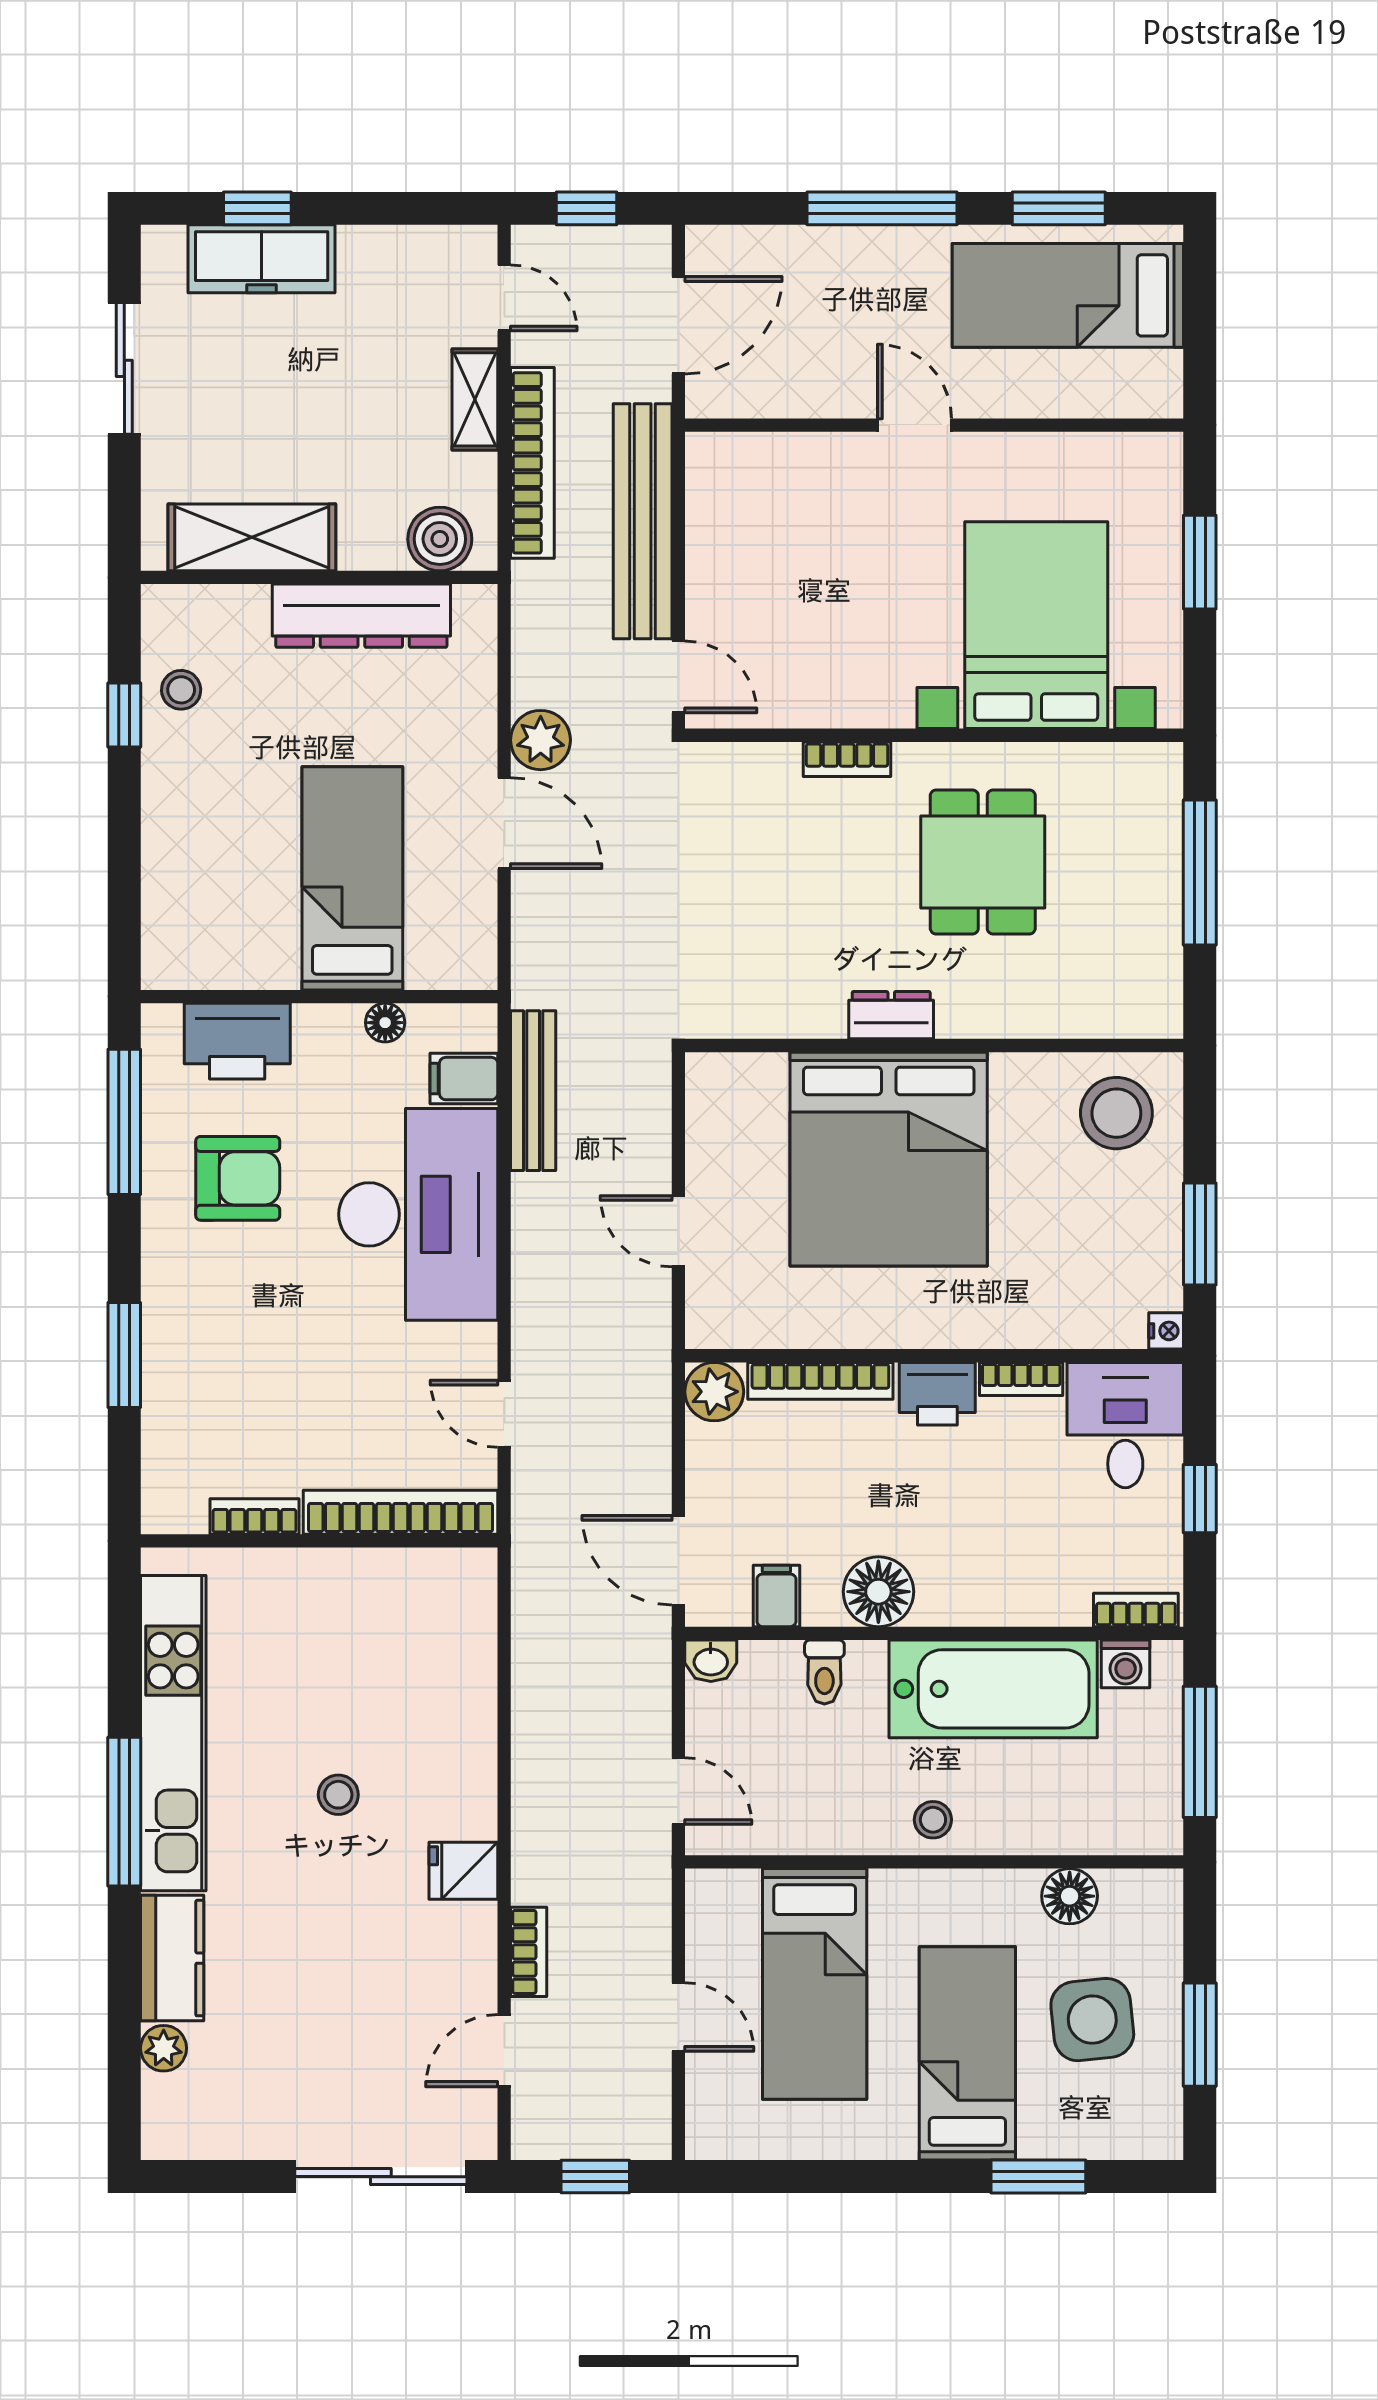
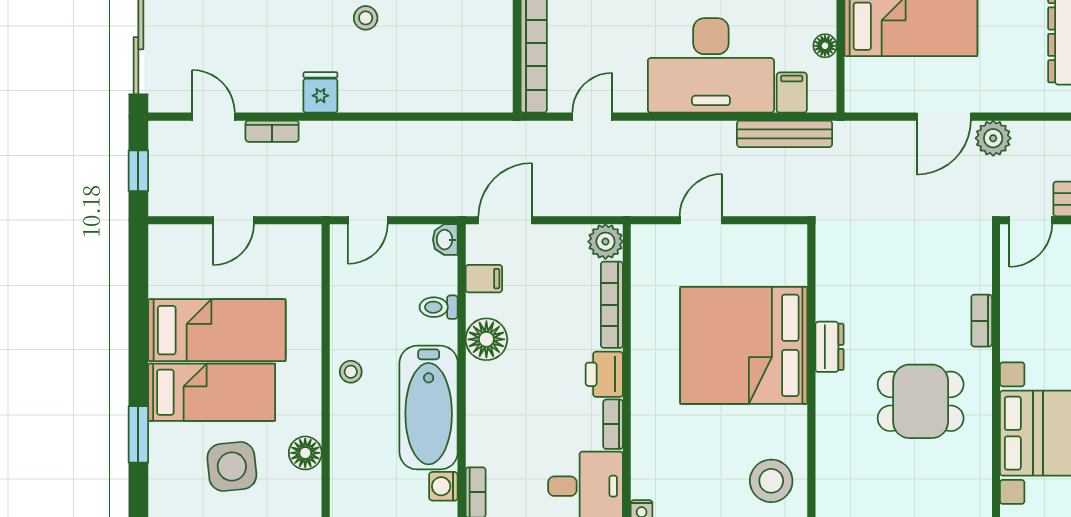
bed: (815, 1984) -> (217, 330), moved, turned 180

